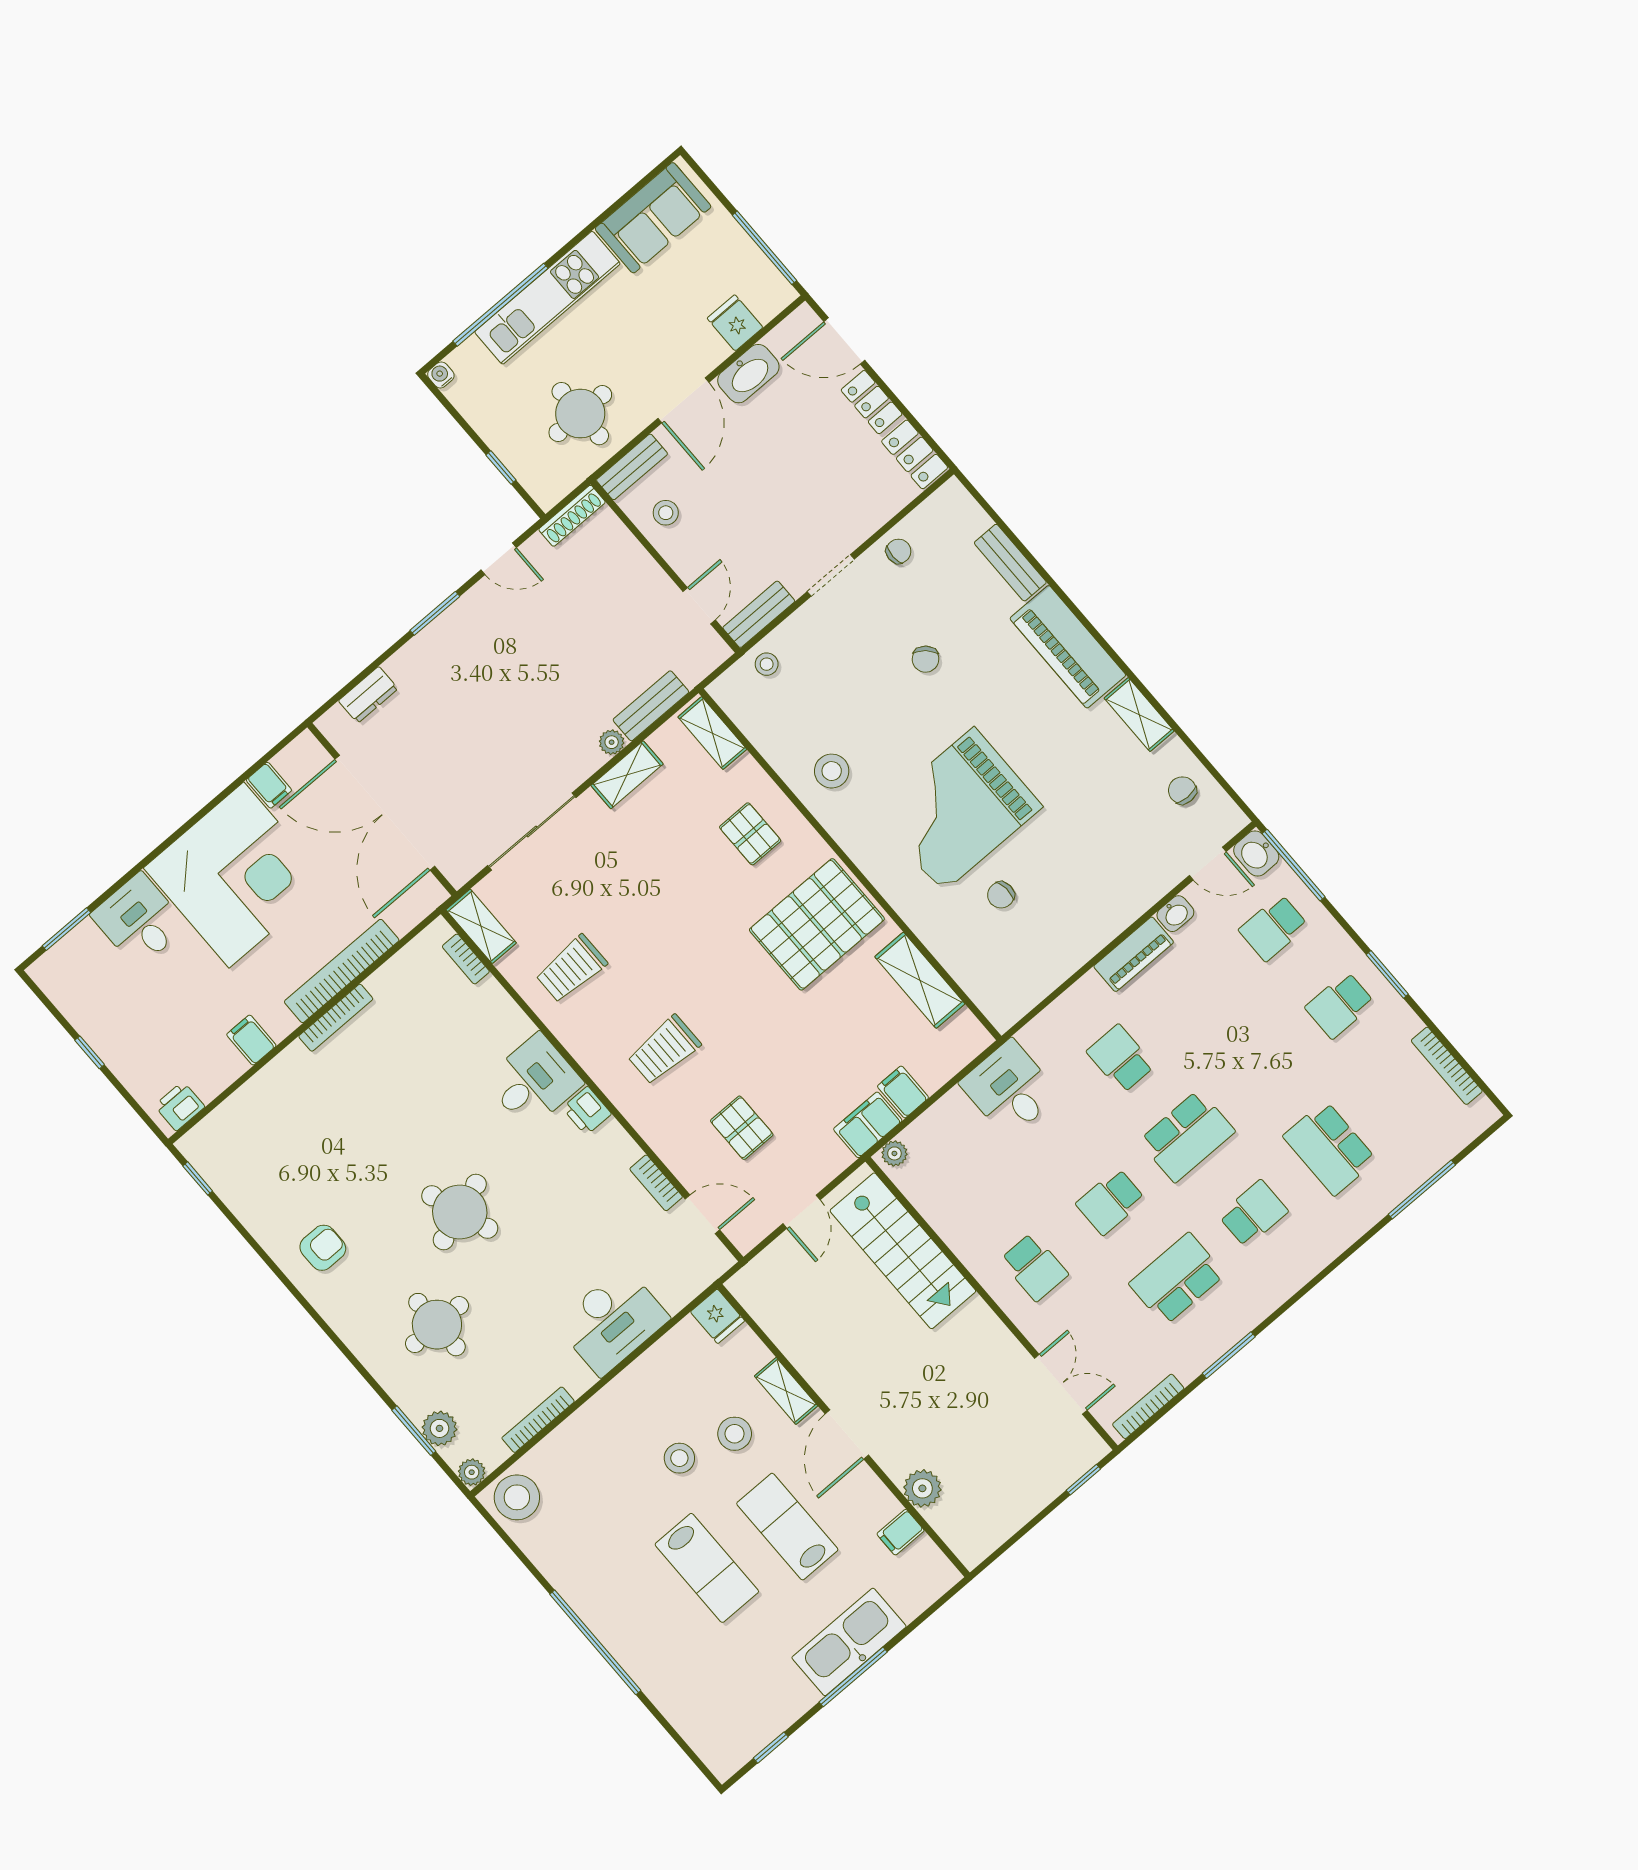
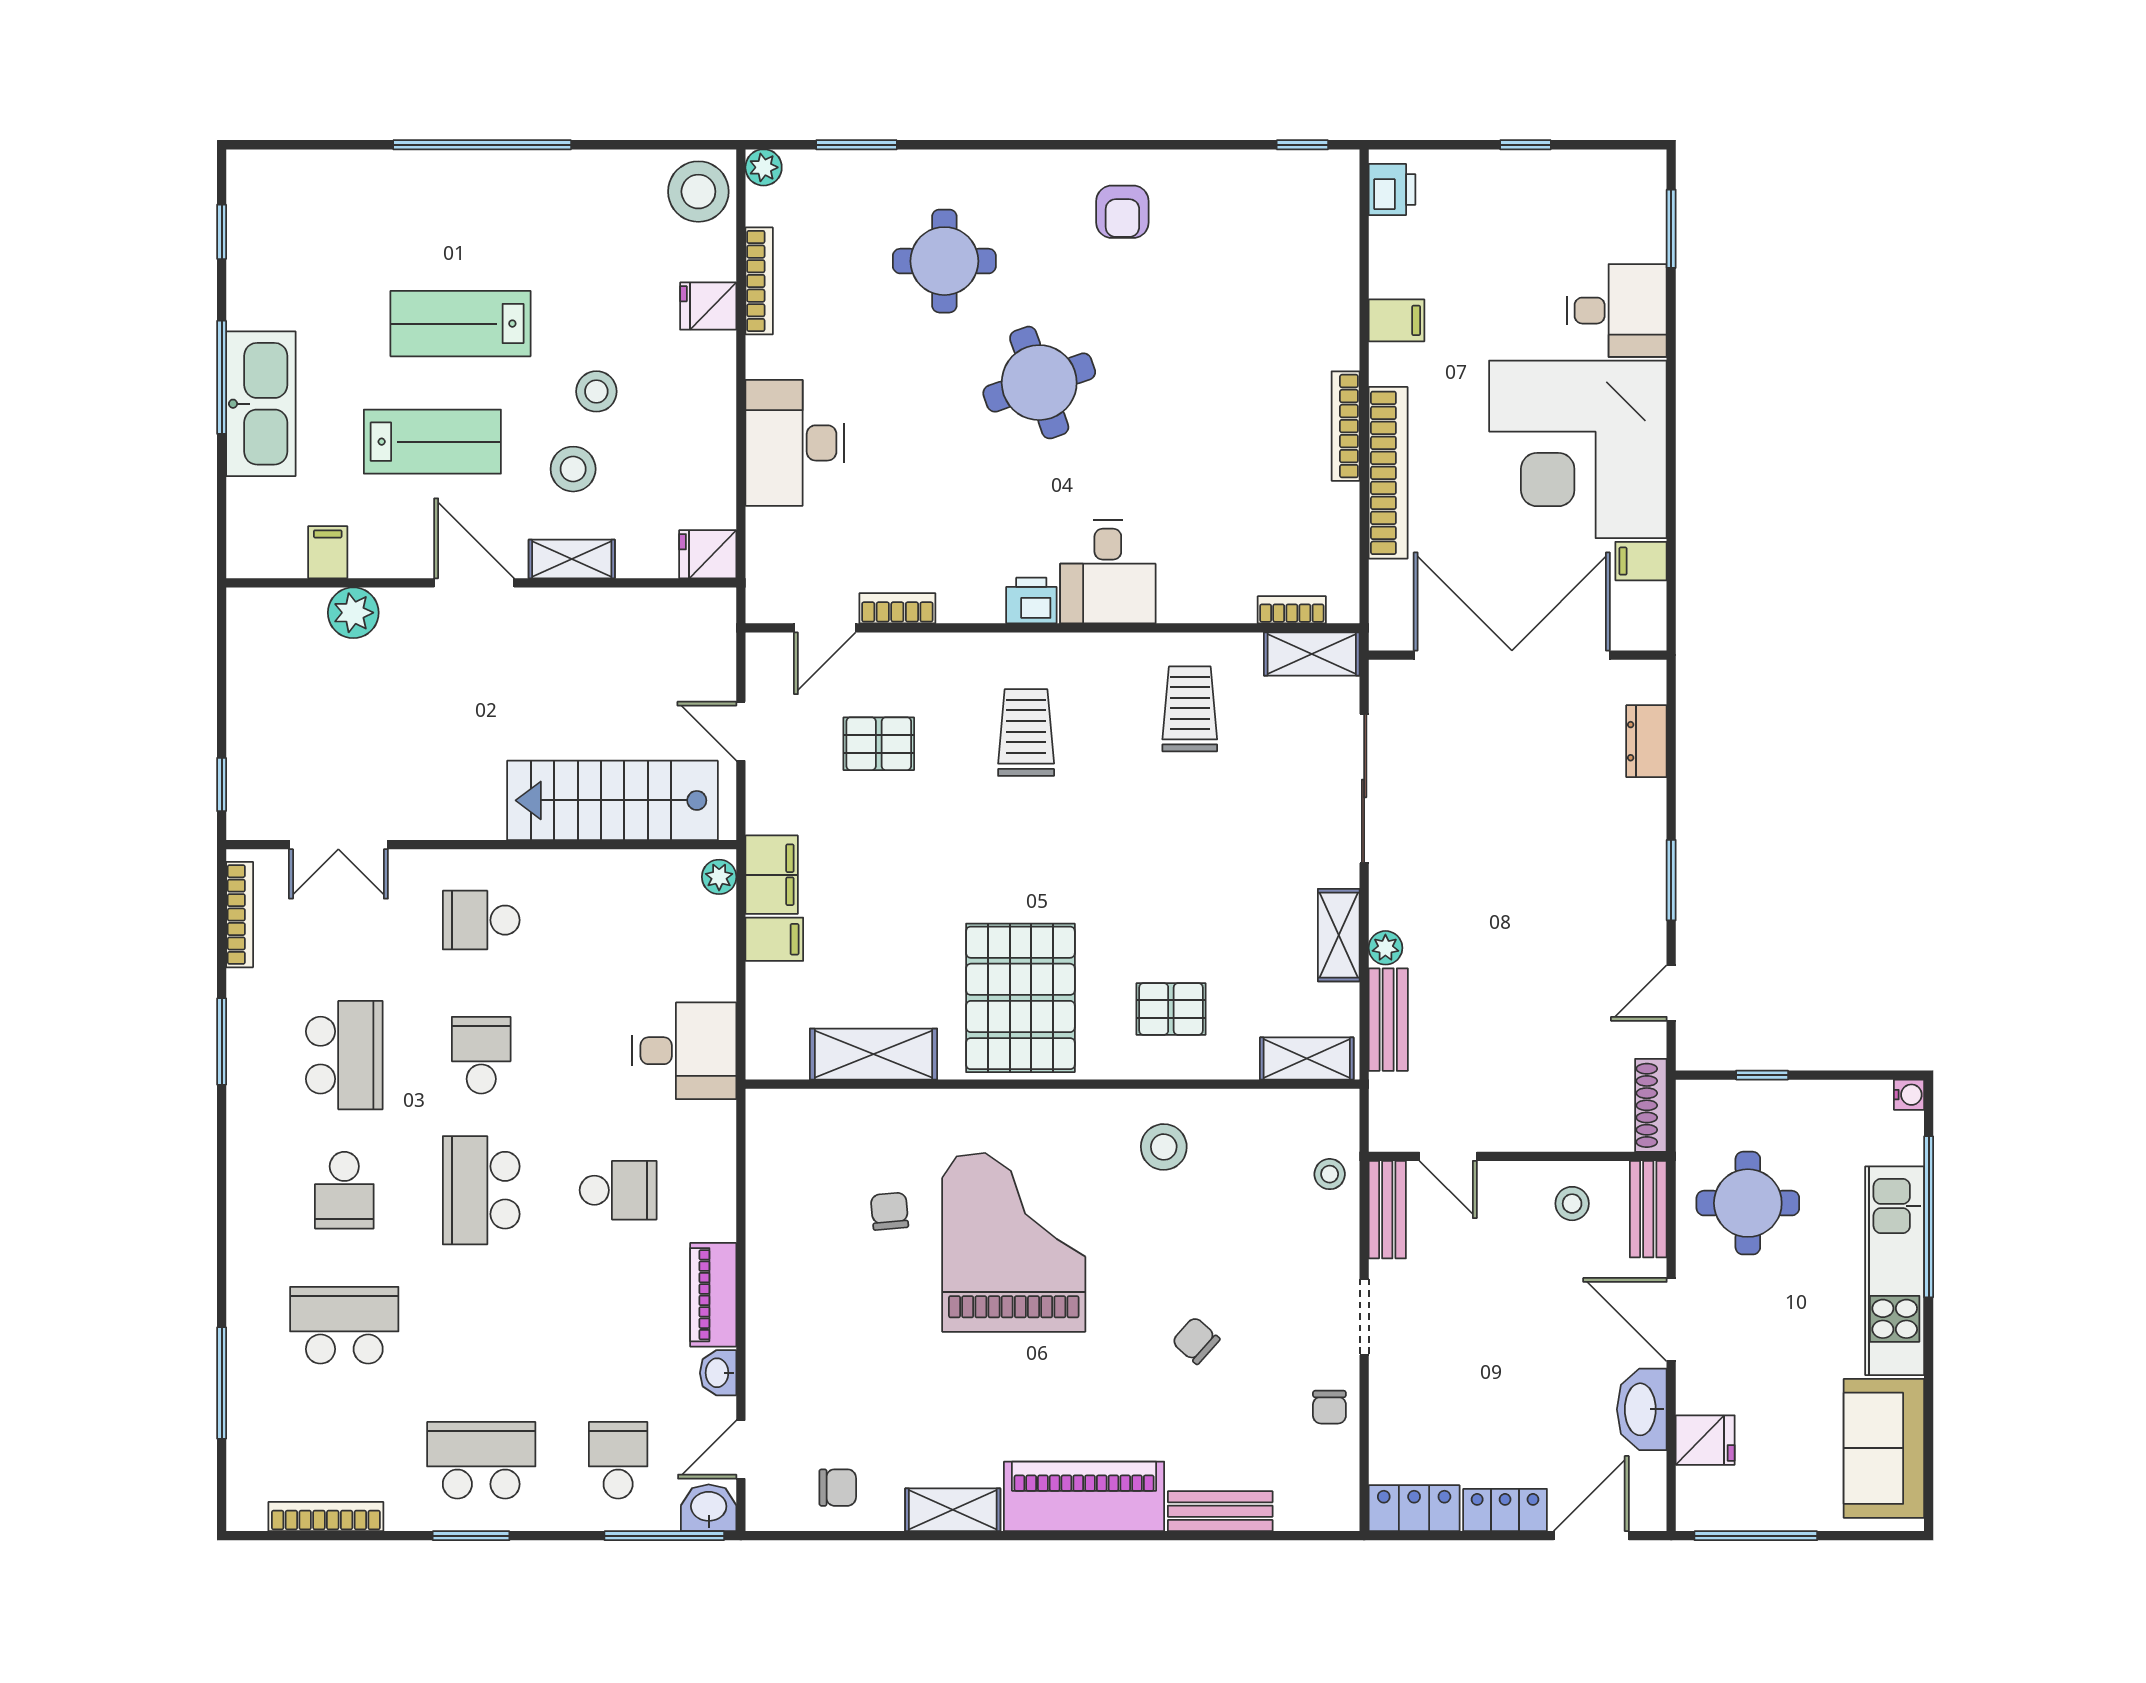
school desk: (1340, 1005) -> (481, 1460), width x1.85
plant: (439, 1428) -> (836, 173), removed
fridge: (577, 1436) -> (708, 306), added

